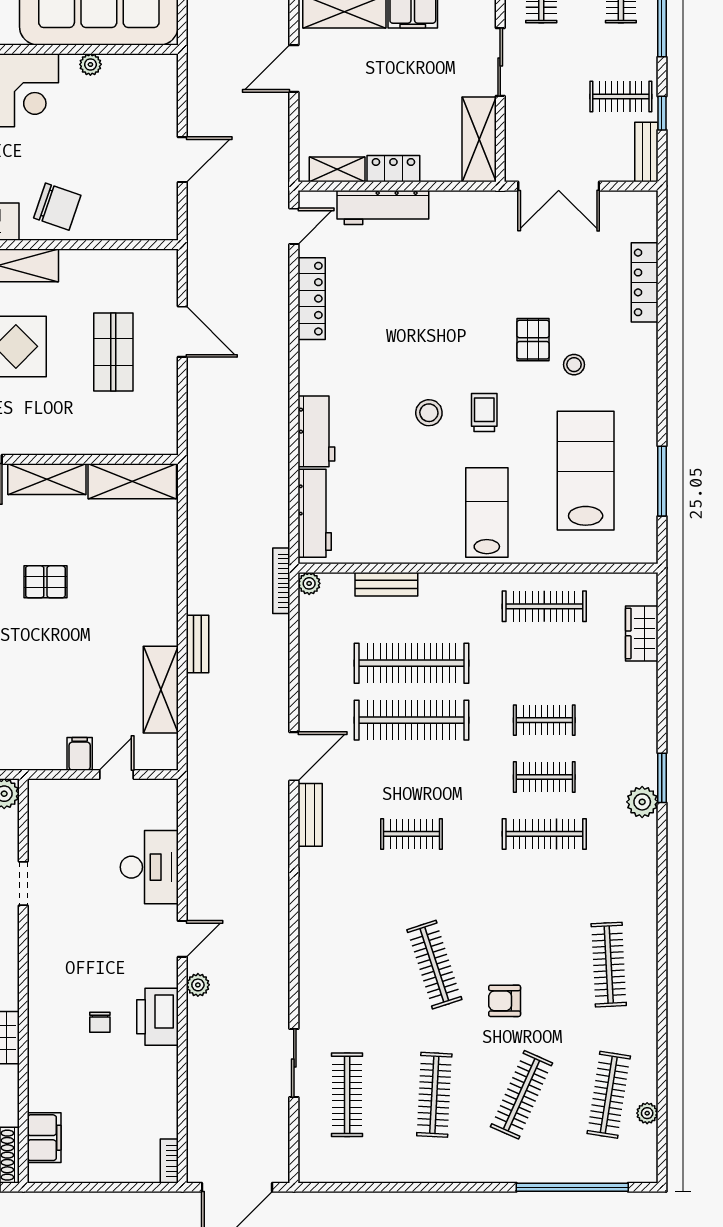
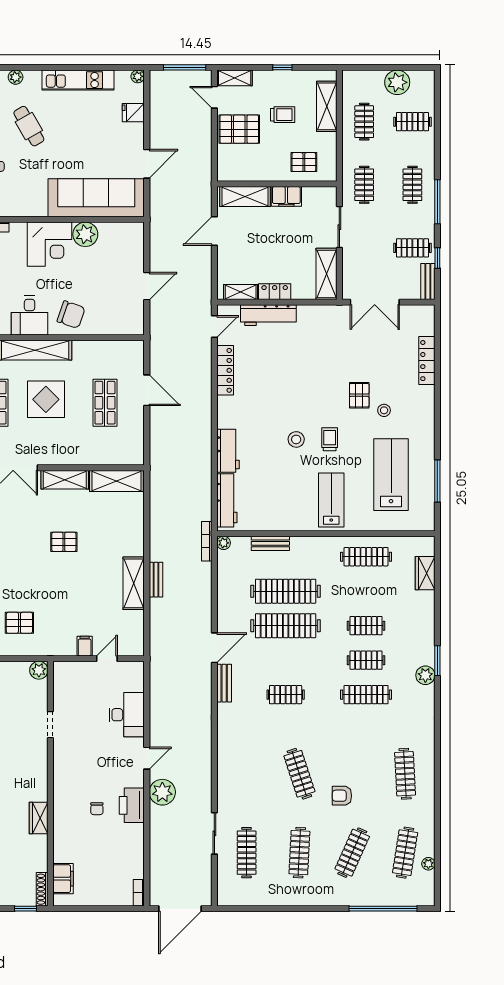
plant: (90, 64) -> (85, 234), width x1.87, depth x1.87
shelving: (161, 690) -> (134, 583), moved
plant: (198, 985) -> (162, 792), width x1.87, depth x1.87

